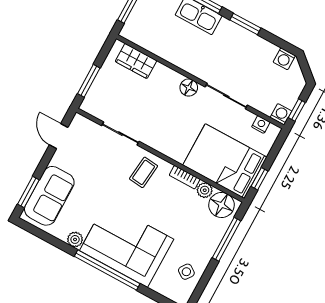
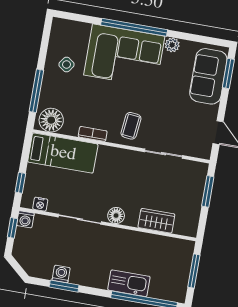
window: (245, 24) -> (64, 286), moved
washing machine: (284, 59) -> (61, 274), moved
wardrobe: (136, 61) -> (156, 221), moved
bed: (225, 161) -> (63, 153), width x0.67
window: (259, 179) -> (20, 183), moved
plant: (205, 190) -> (71, 128), removed
side table: (186, 272) -> (67, 64), moved

